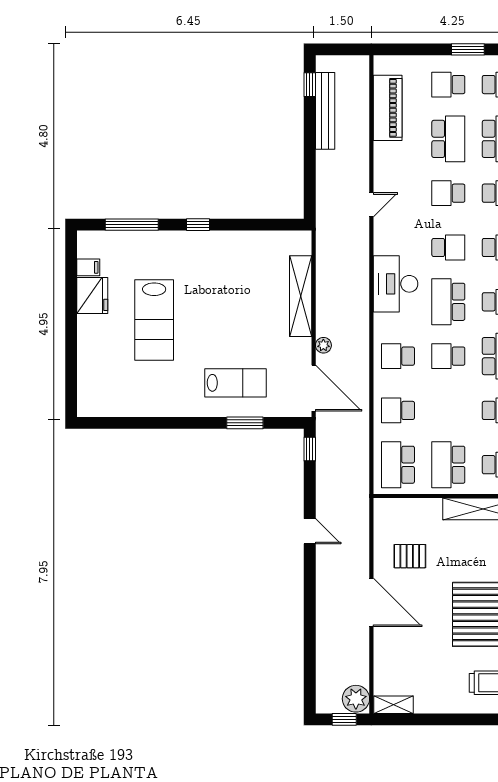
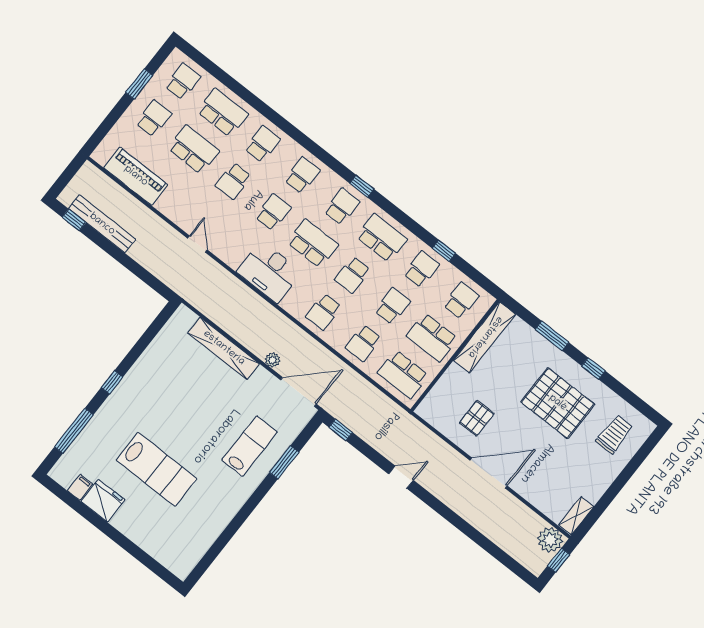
school desk: (448, 85) -> (154, 118), turned 180
school desk: (448, 302) -> (313, 244), turned 180
school desk: (448, 410) -> (392, 306), added

